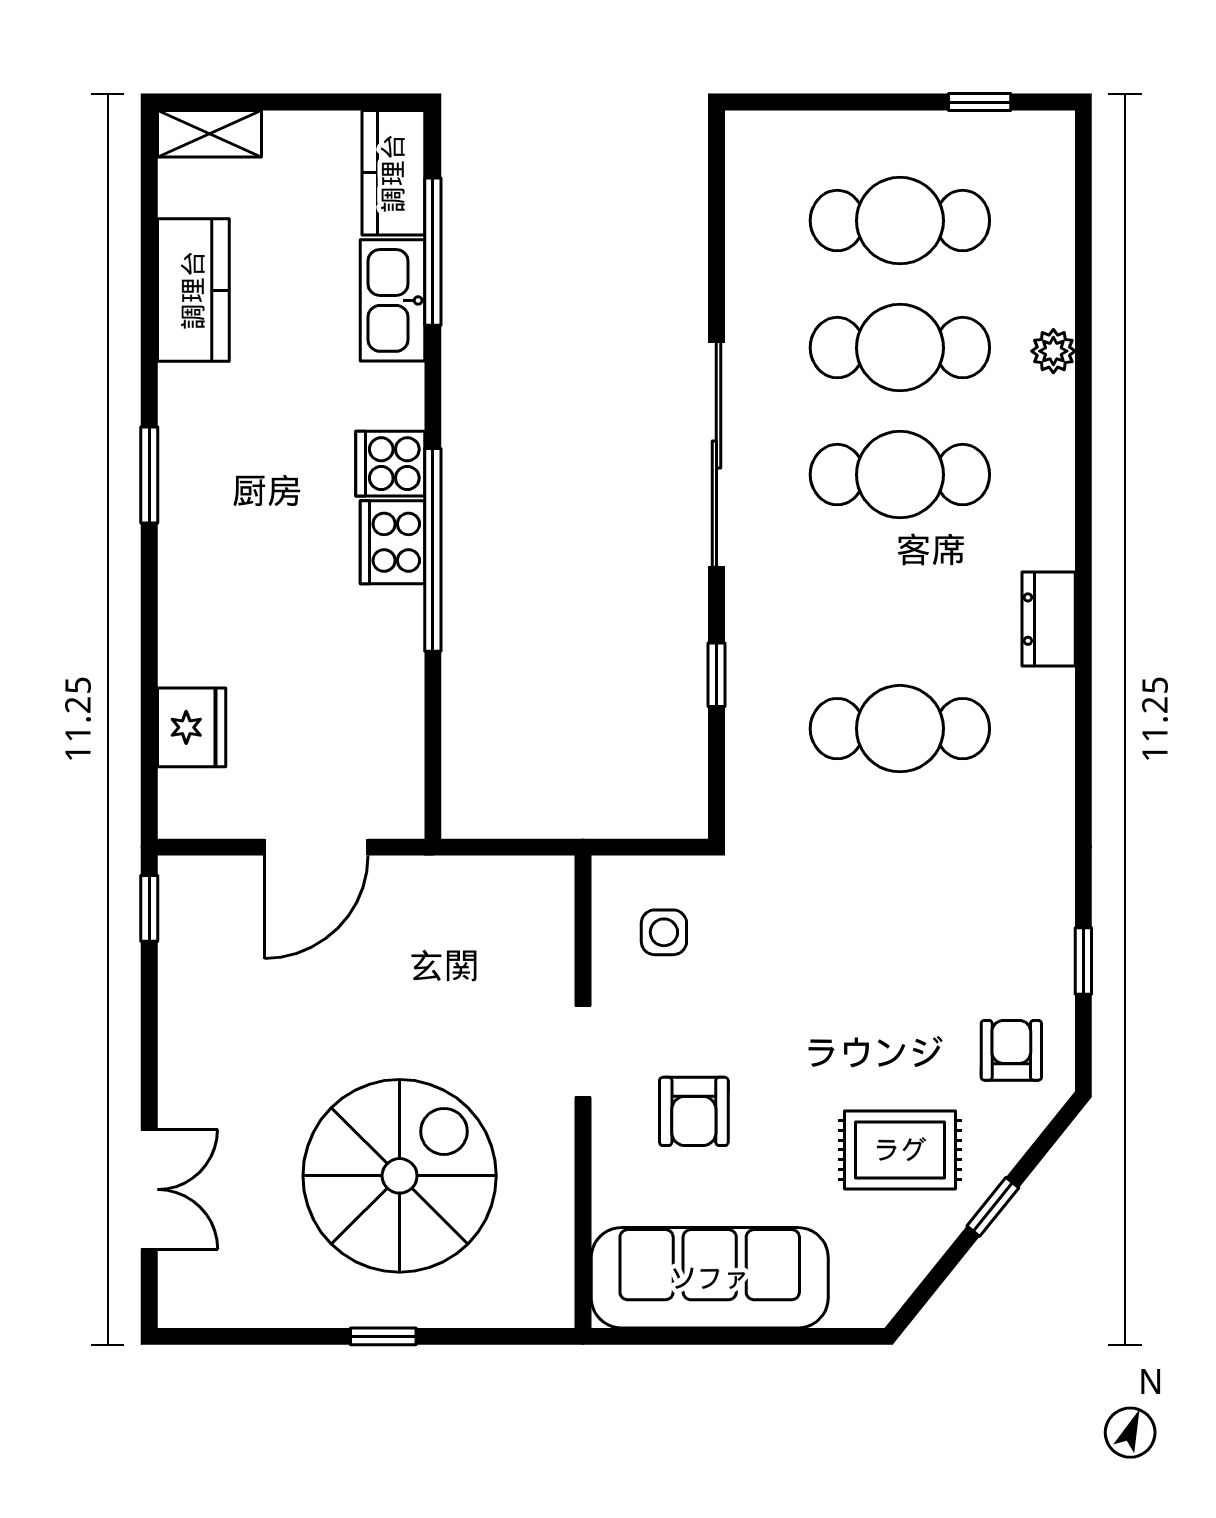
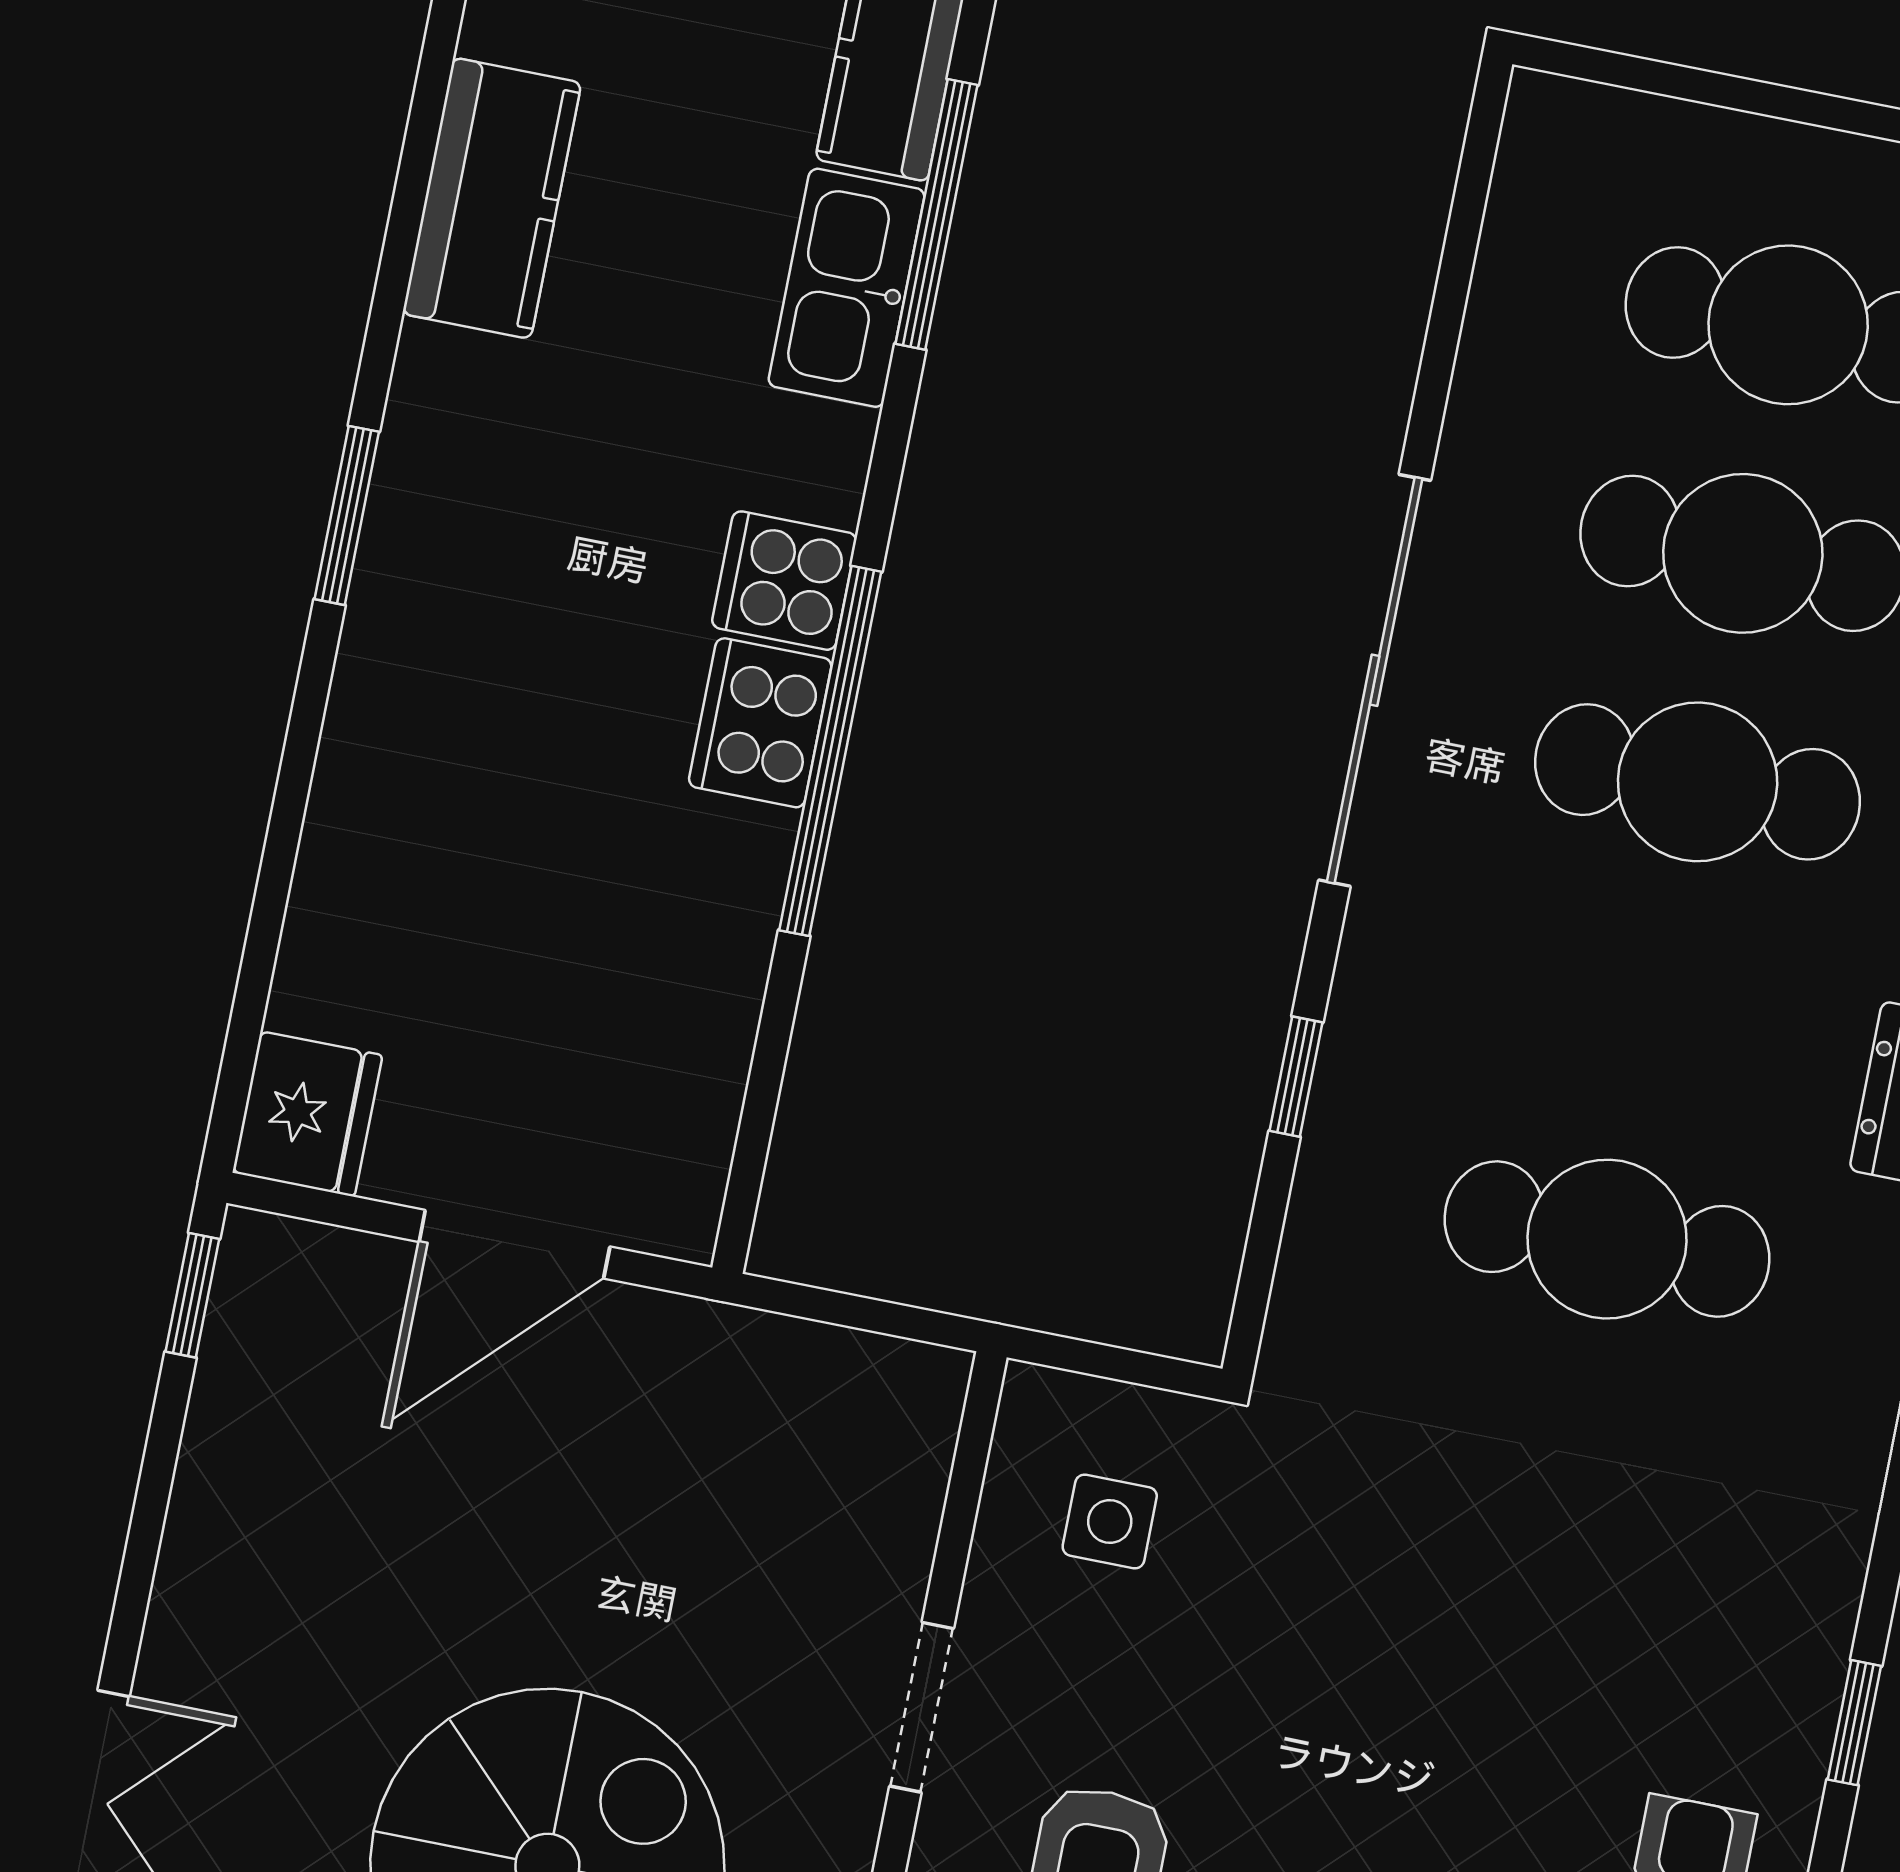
fridge: (192, 727) -> (307, 1114), moved

